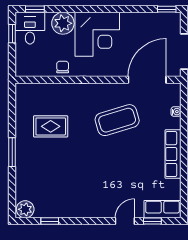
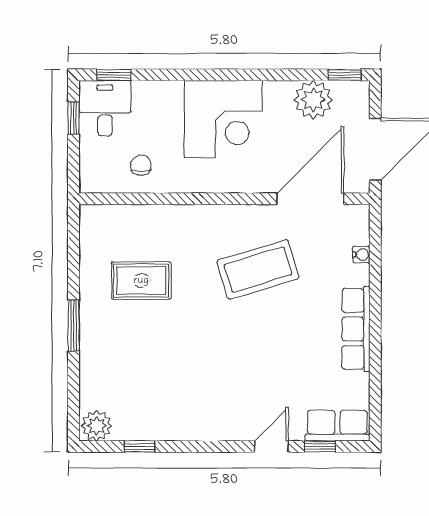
plant: (63, 23) -> (313, 100), moved
chair: (63, 67) -> (141, 165), moved

